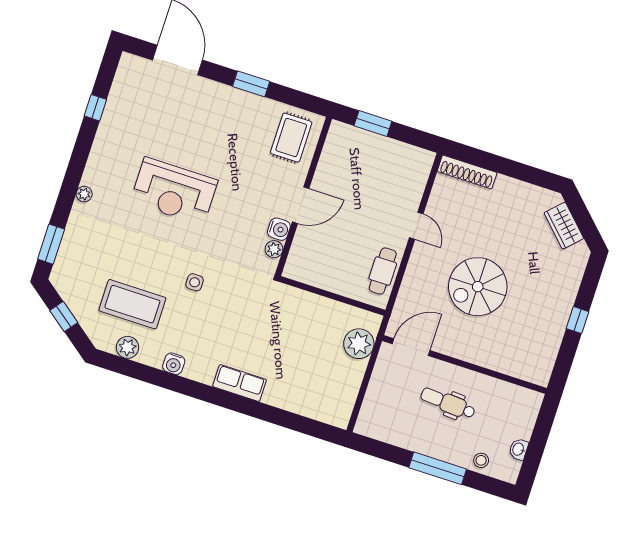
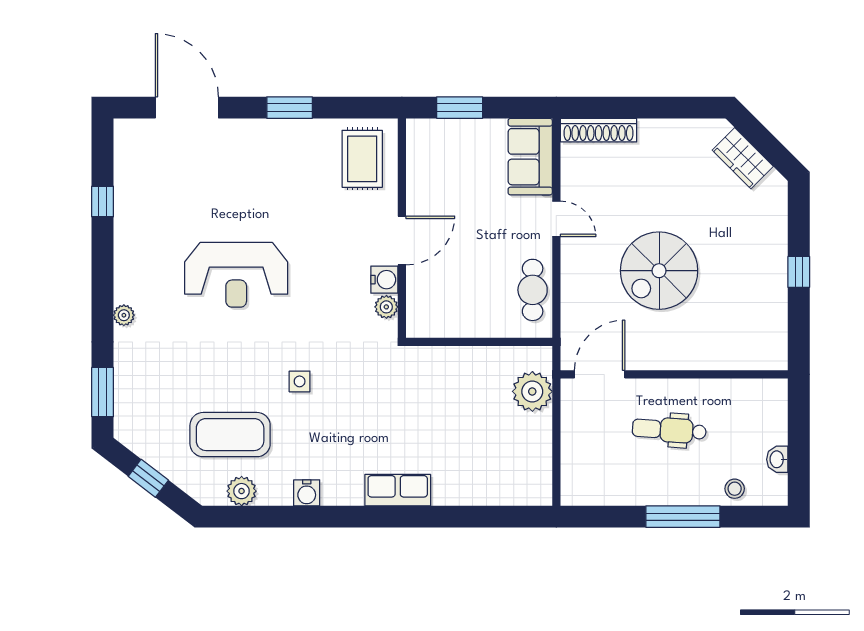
sofa: (412, 175) -> (530, 157), added

